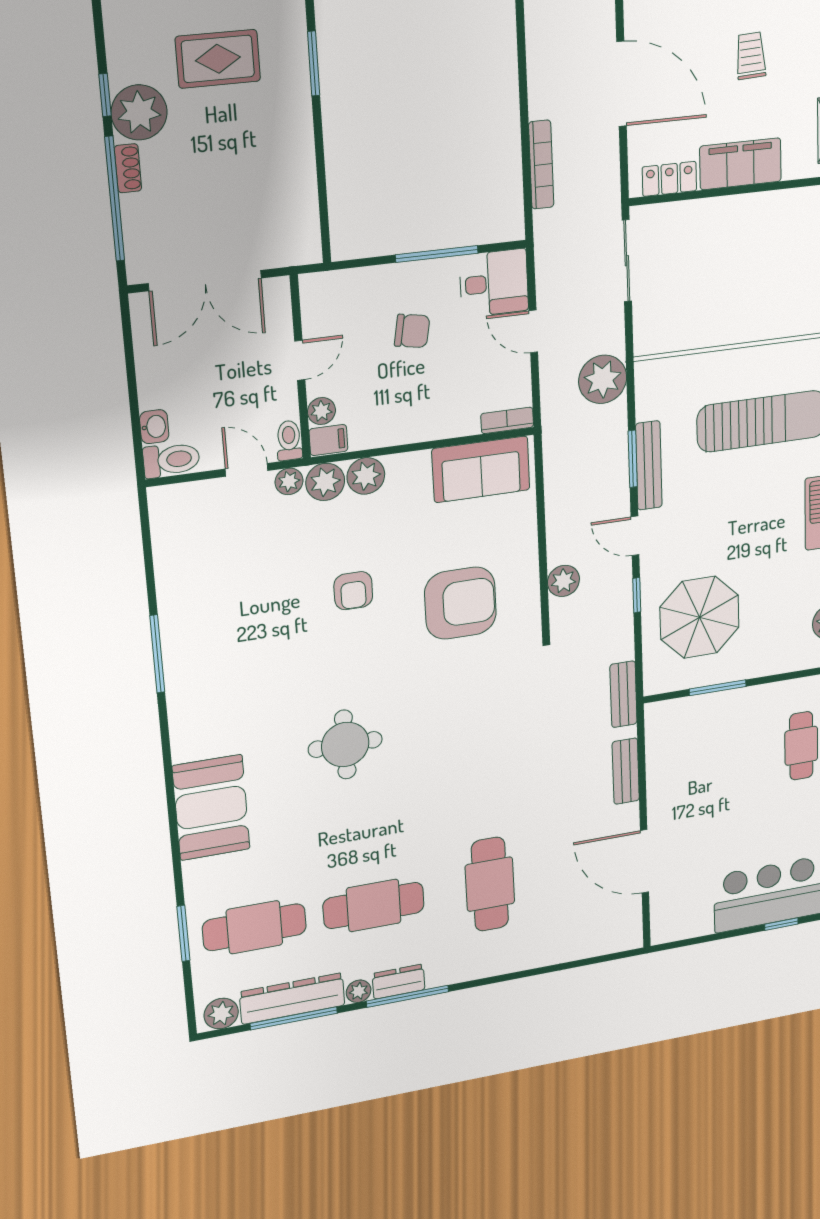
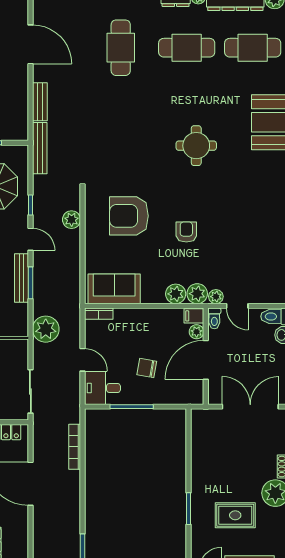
door: (300, 360) -> (206, 360), width x1.87
bench: (623, 694) -> (40, 148), width x1.36

